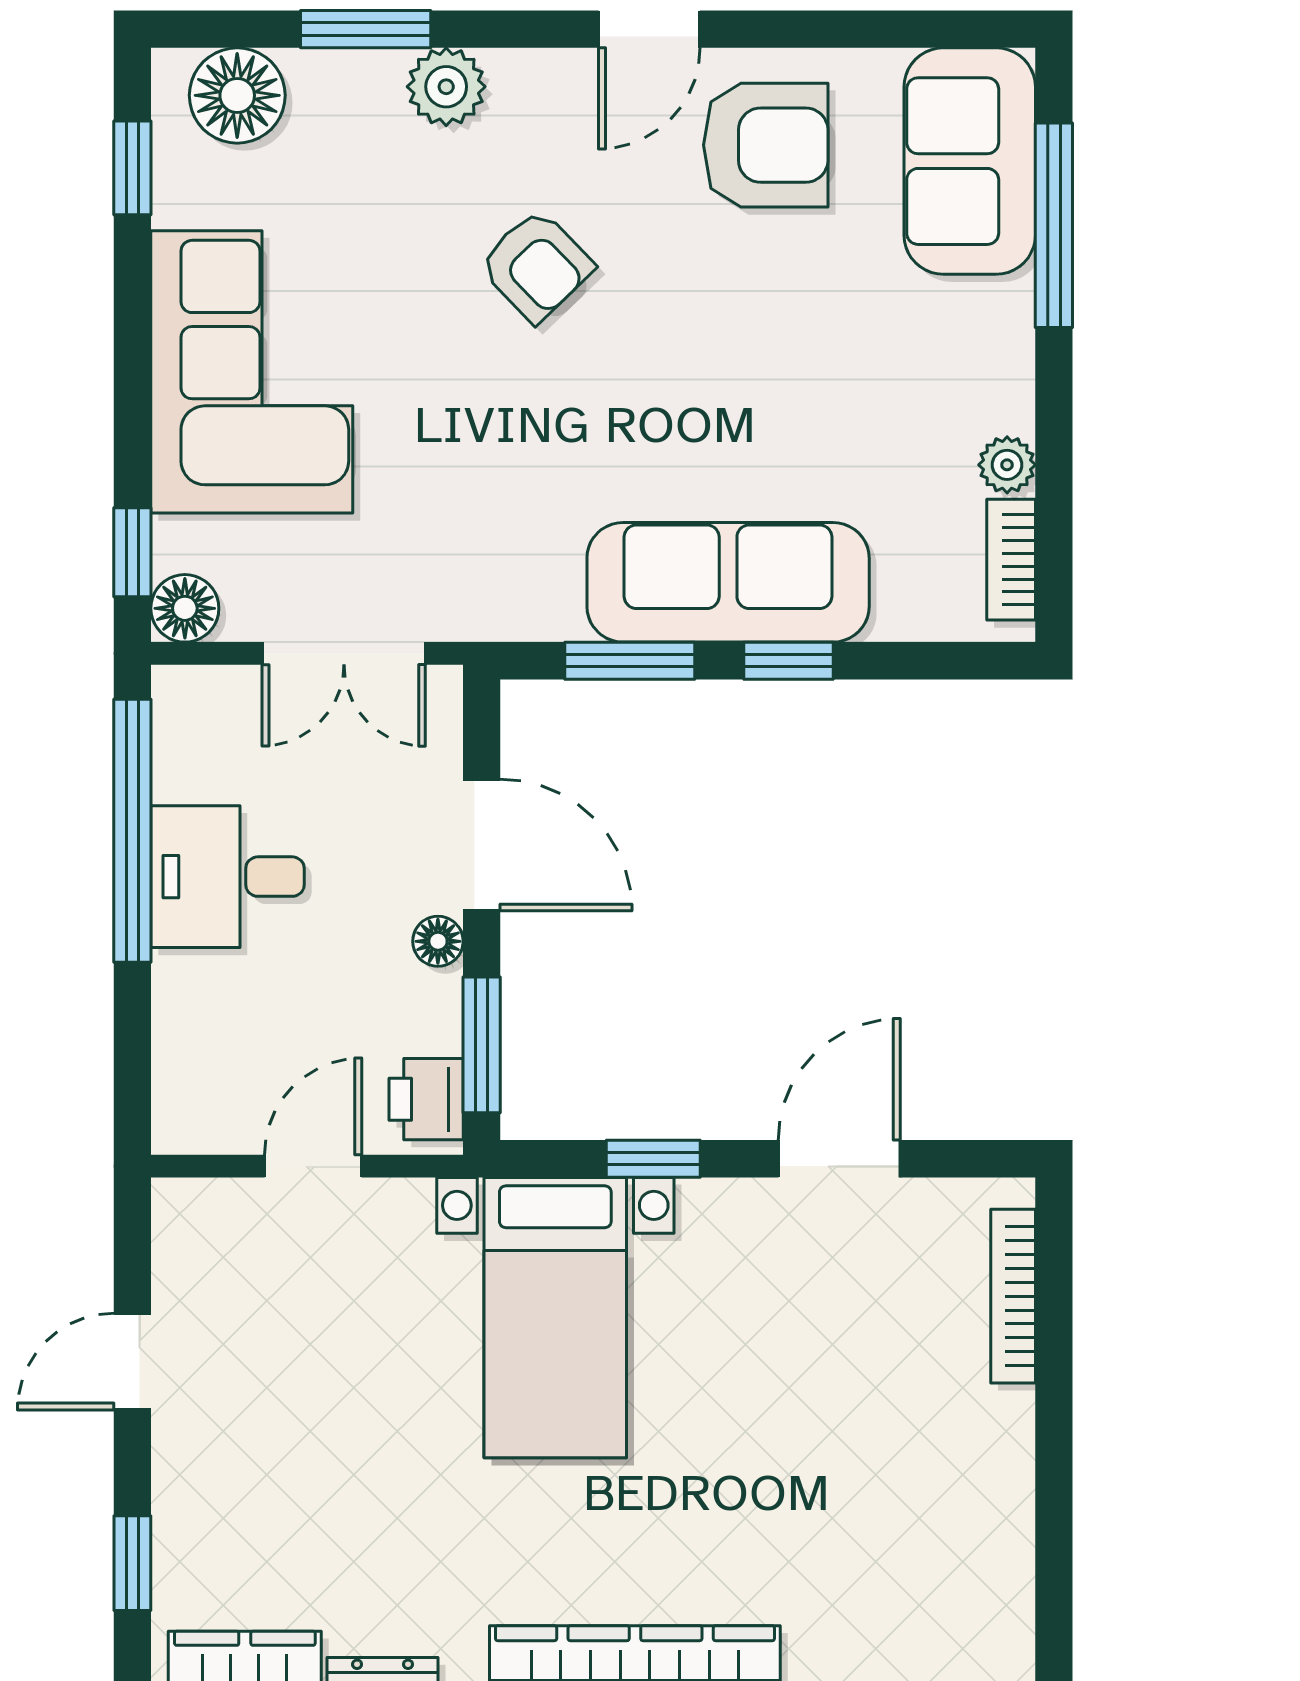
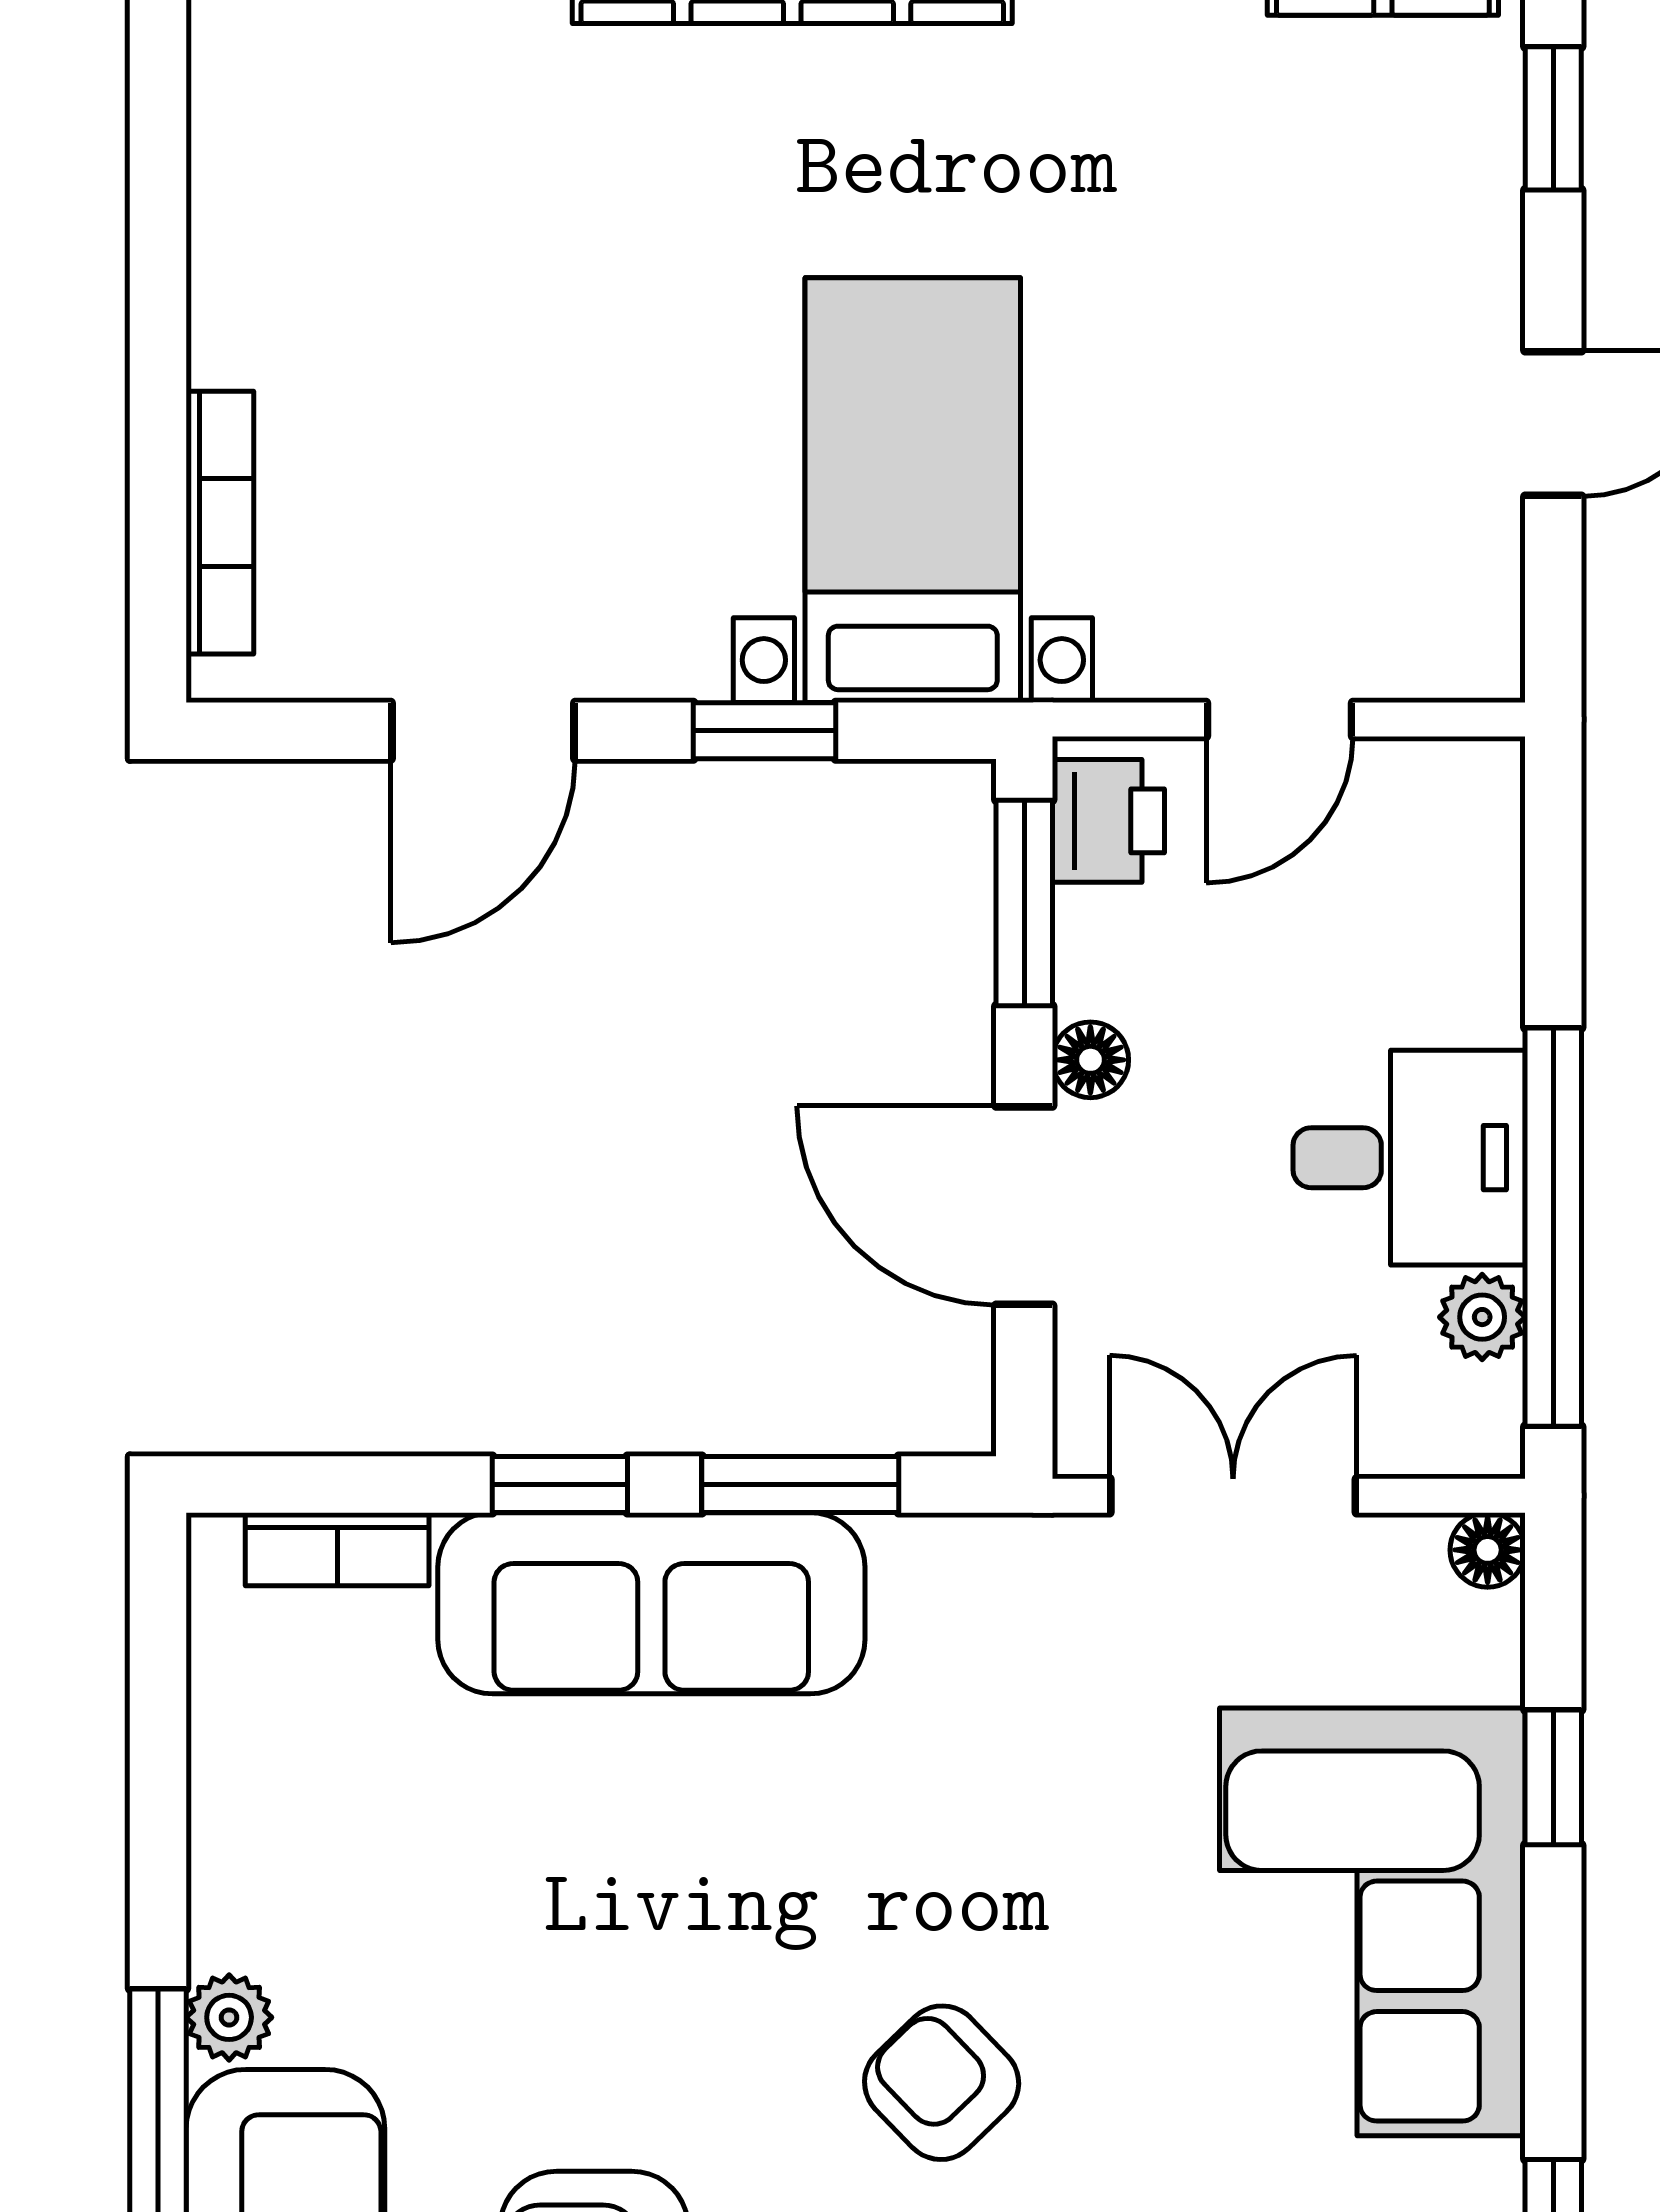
plant: (1007, 465) -> (229, 2017), moved
window: (132, 552) -> (1553, 1777), moved
bookcase: (1011, 560) -> (337, 1549), moved, turned 90
floor lamp: (185, 608) -> (1488, 1550), width x0.73, depth x0.73
plant: (179, 771) -> (1482, 1317), added

